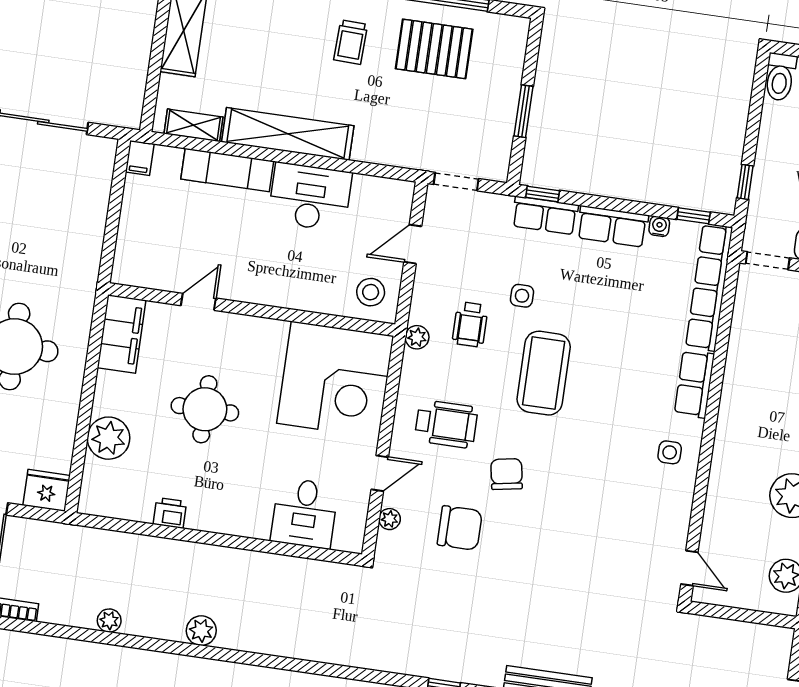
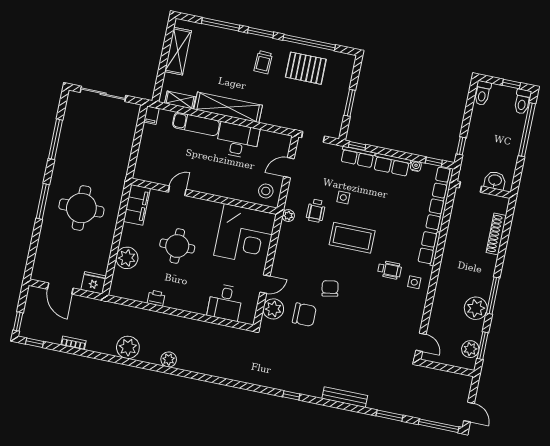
coffee table: (544, 373) -> (352, 238), turned 90
wheelchair: (446, 424) -> (389, 270), moved, width x0.73, depth x0.73
plant: (390, 519) -> (273, 309), width x1.87, depth x1.87
plant: (109, 621) -> (128, 347), width x1.88, depth x1.88

